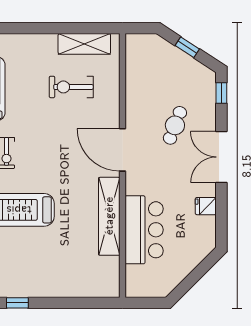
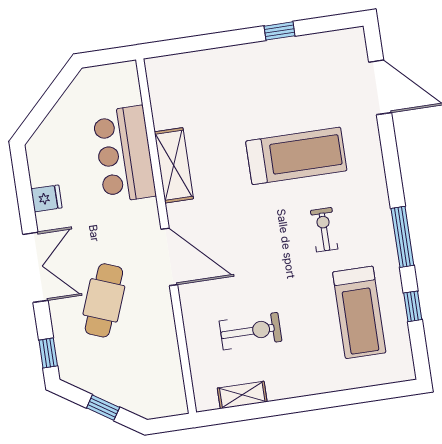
shelving: (84, 44) -> (242, 395), width x0.67, depth x0.75
cafe table: (175, 125) -> (104, 300), width x1.37, depth x1.35
shelving: (109, 216) -> (174, 165), width x0.68

